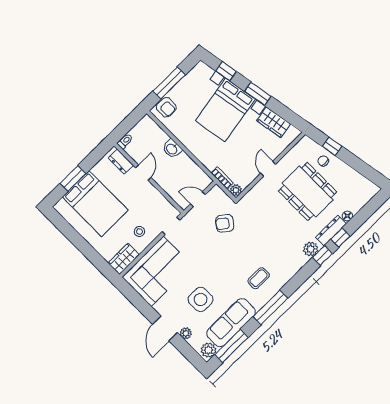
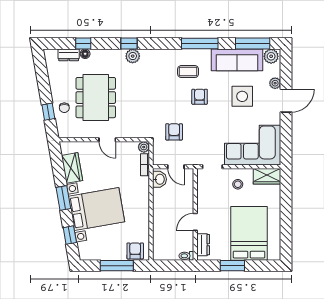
washbasin: (172, 149) -> (159, 179), moved
door: (268, 169) -> (107, 140), hinge flipped
window: (73, 178) -> (232, 266), moved
armchair: (225, 223) -> (174, 132), turned -127
dresser: (331, 231) -> (69, 55), moved, width x0.70
window: (341, 238) -> (83, 44), moved
armchair: (232, 268) -> (200, 97), added

